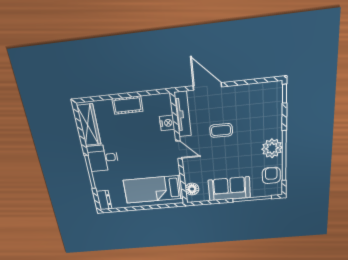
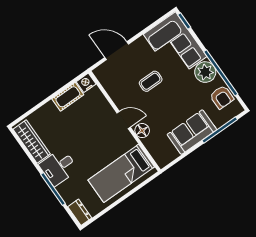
cot: (127, 105) -> (68, 97), moved
corner sofa: (262, 111) -> (175, 45), added
tv unit: (183, 114) -> (109, 86), removed
nightstand: (167, 123) -> (86, 83), moved, turned -90
armchair: (271, 175) -> (222, 97), turned 180
floor lamp: (192, 189) -> (142, 131), moved

